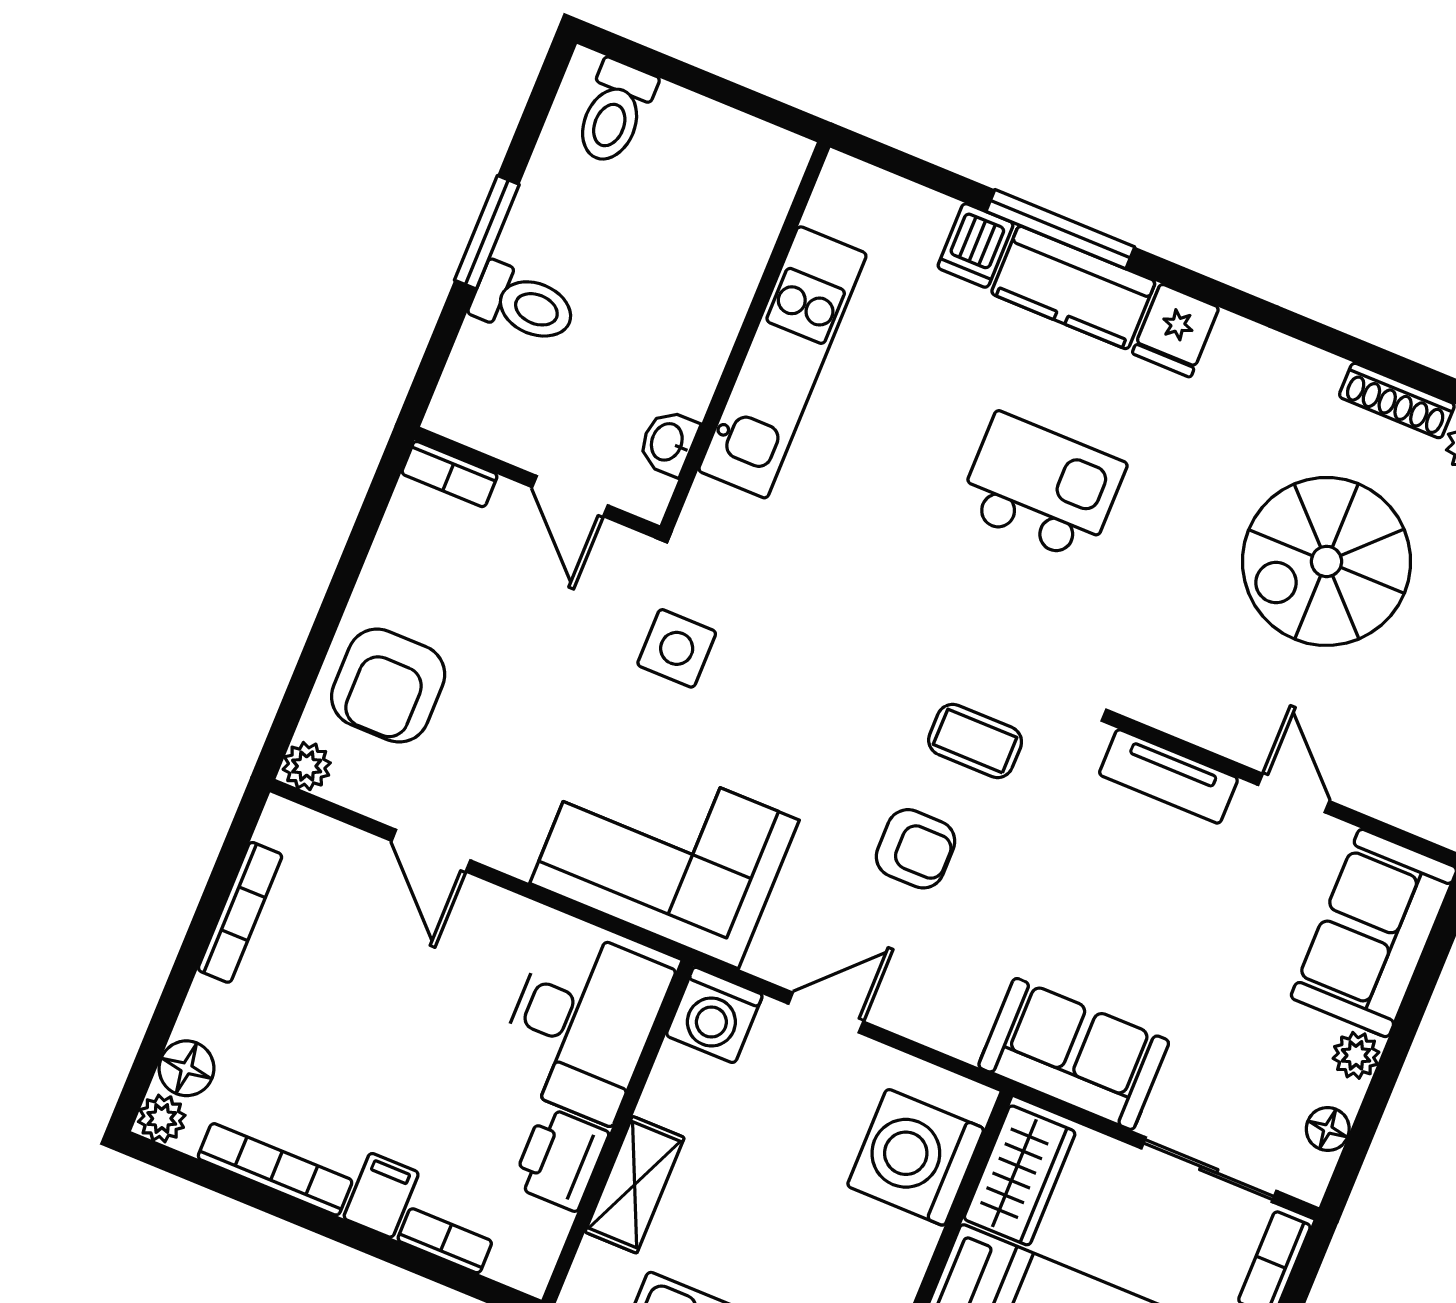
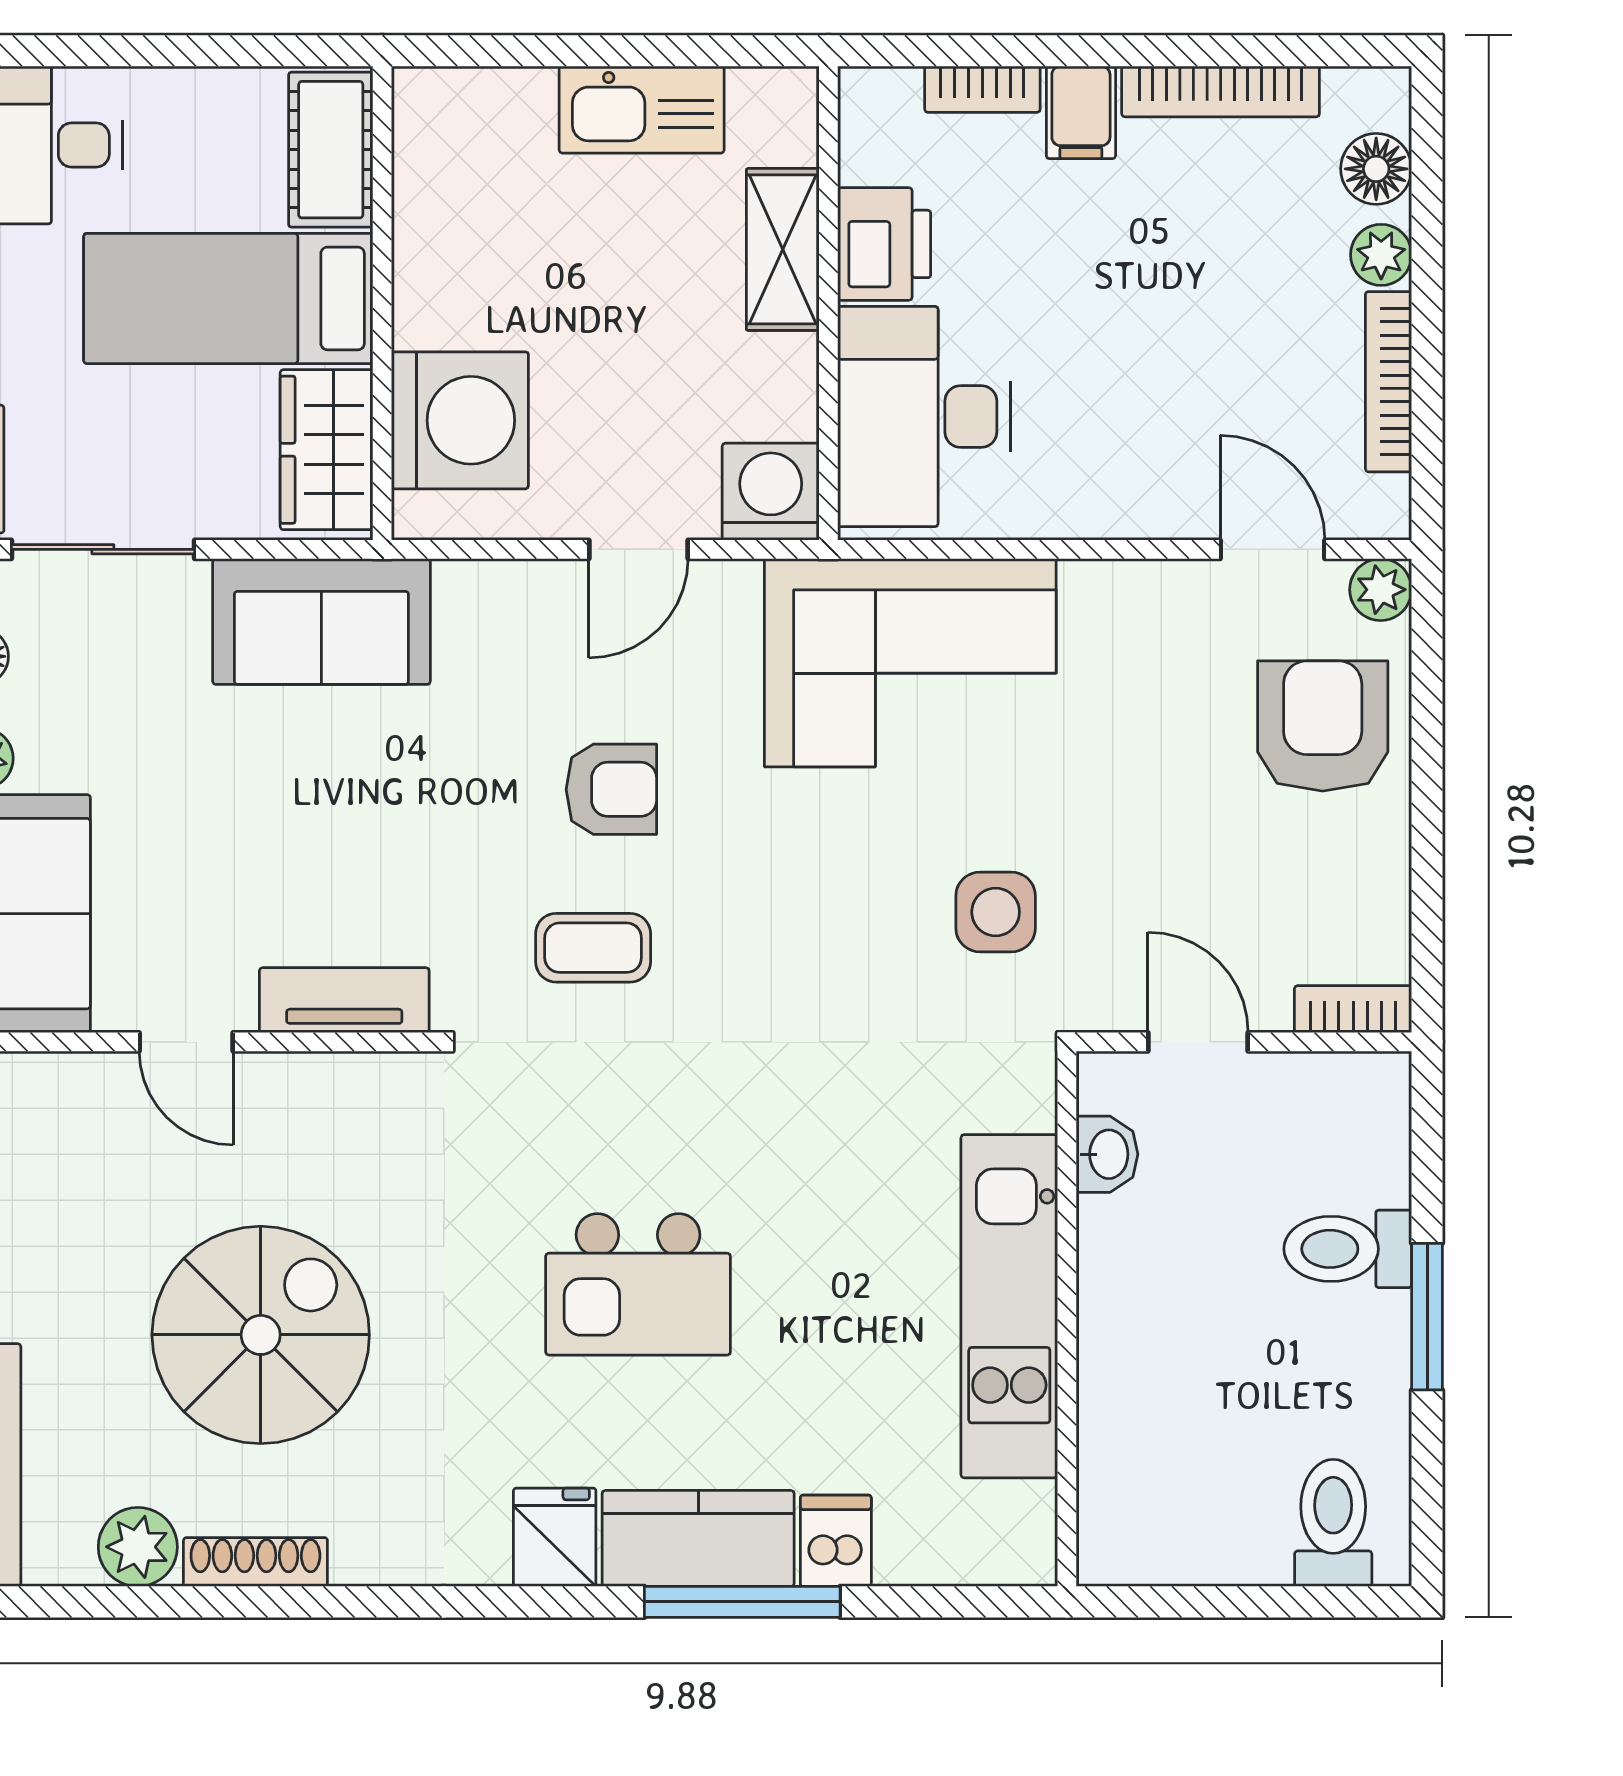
armchair: (916, 849) -> (611, 789), turned 180
door: (431, 851) -> (1272, 549), moved
plant: (162, 1118) -> (1381, 255), moved

